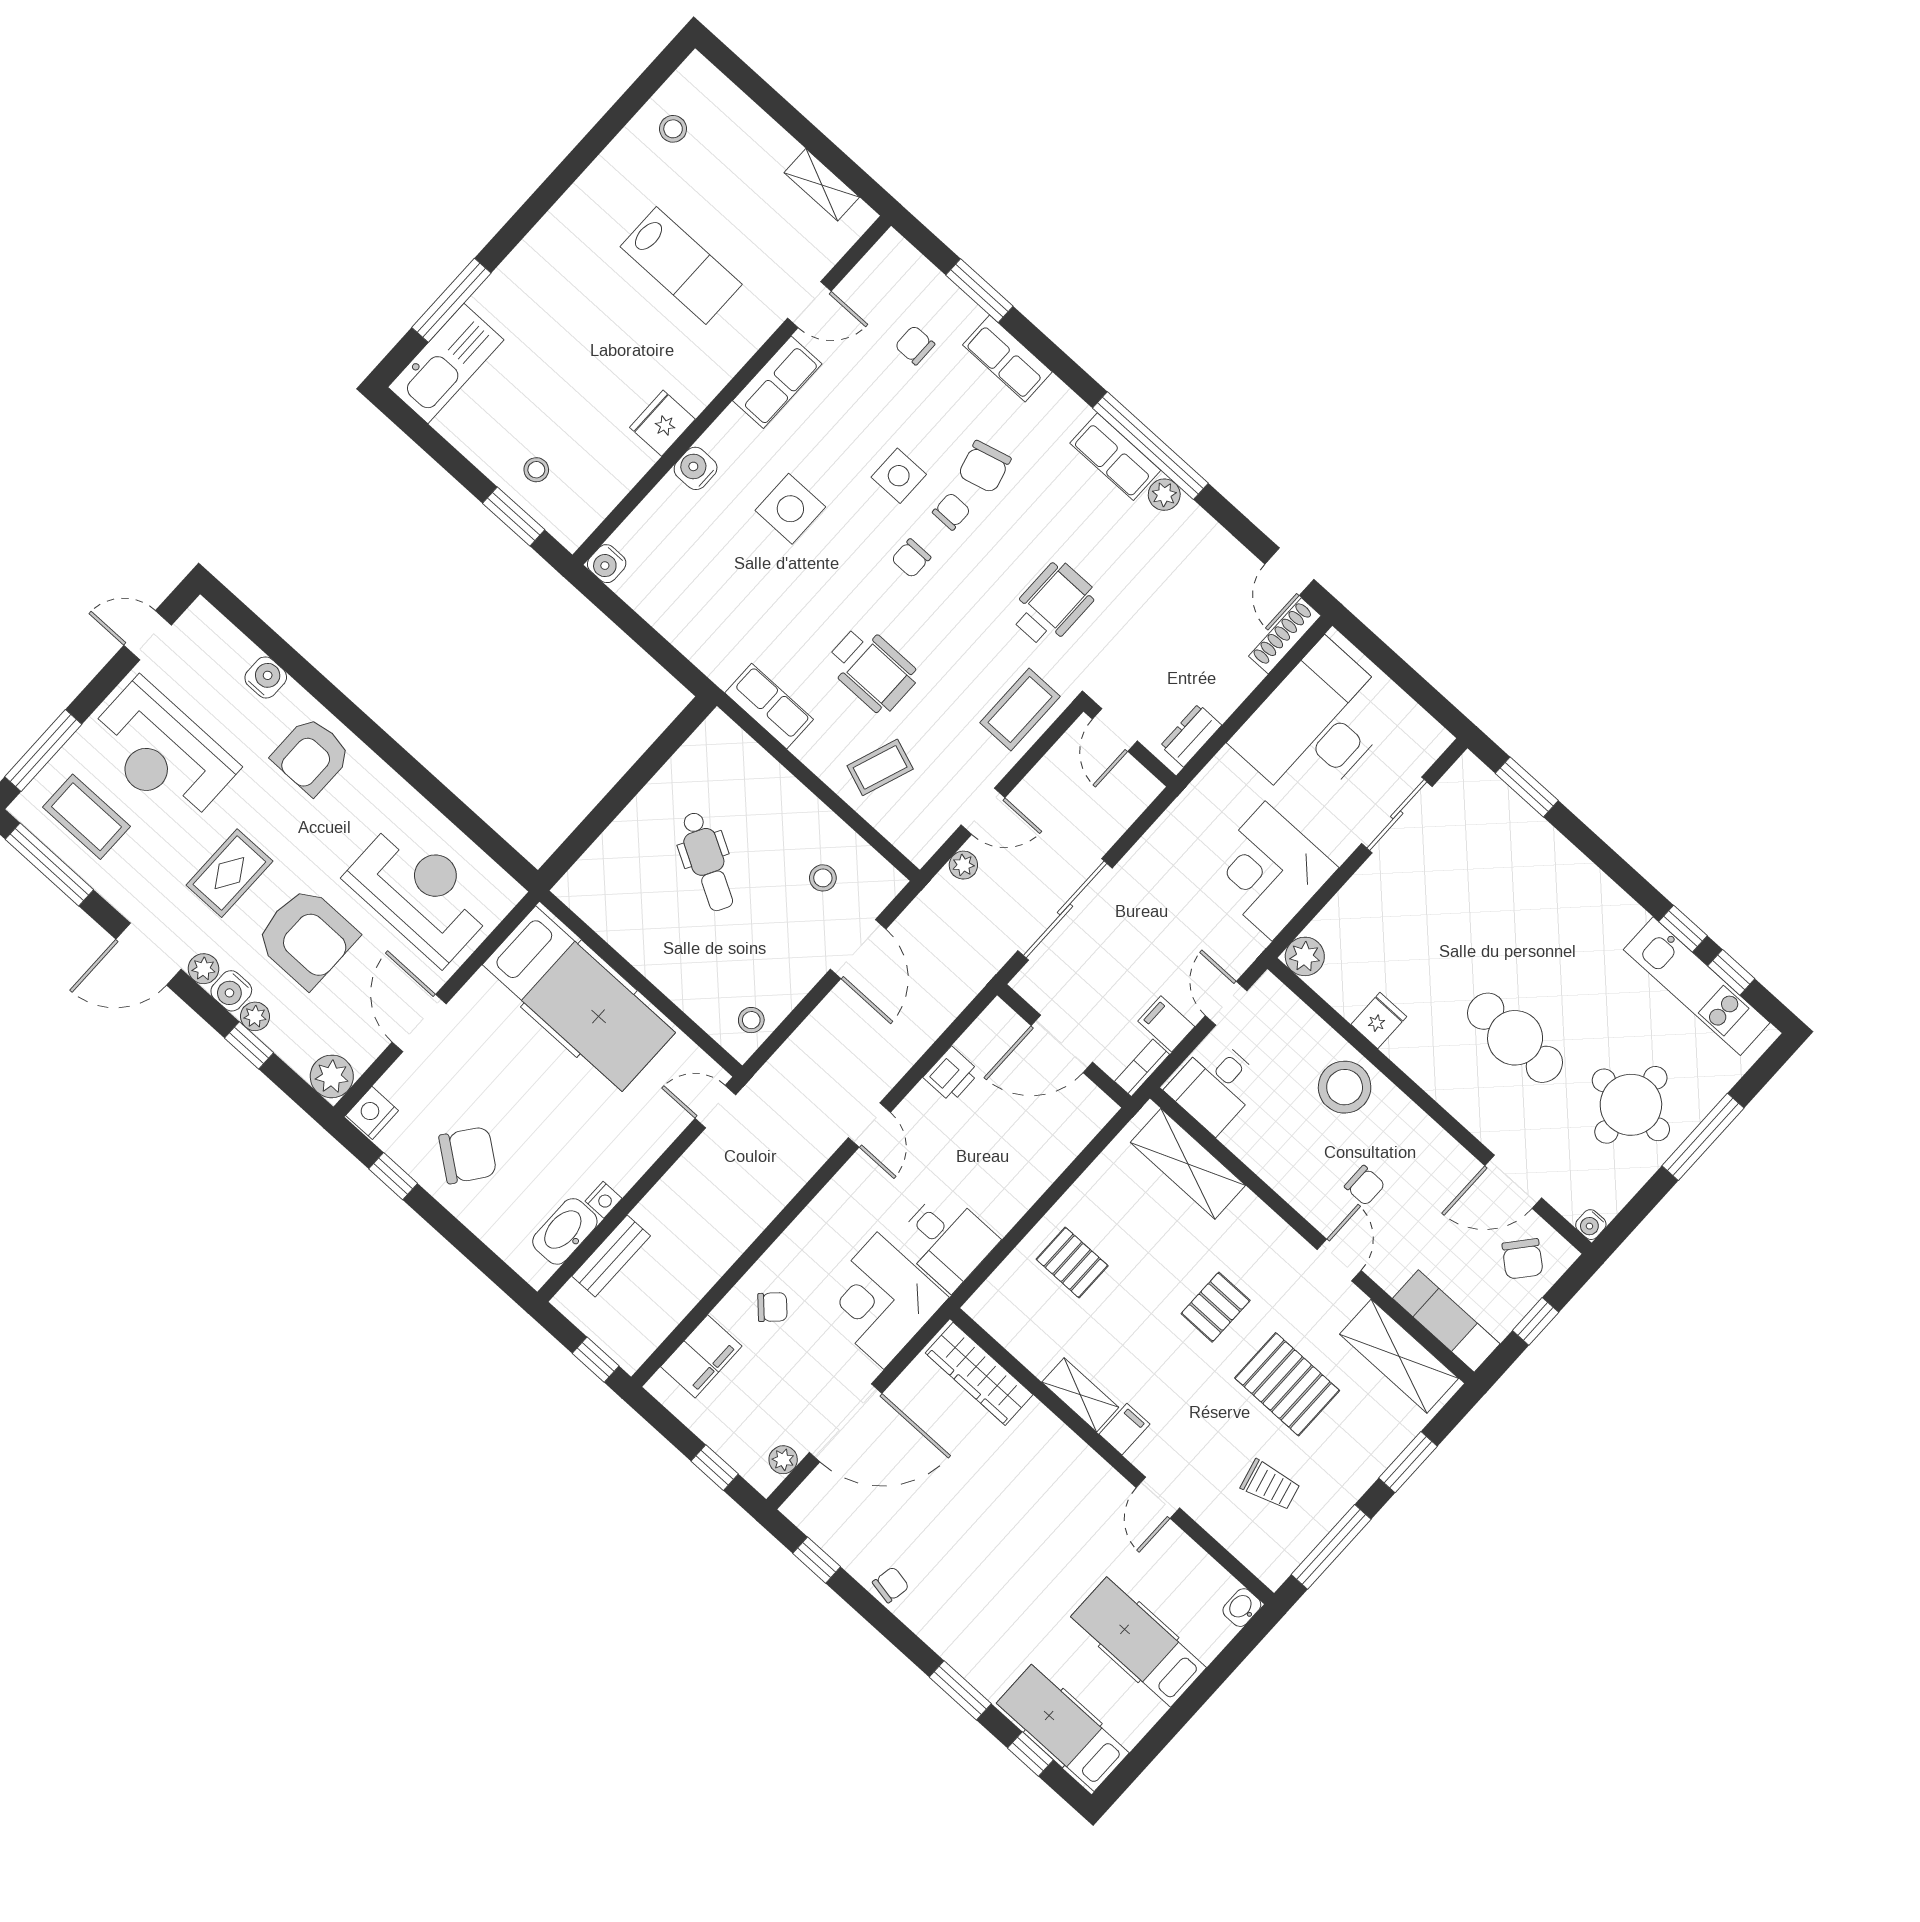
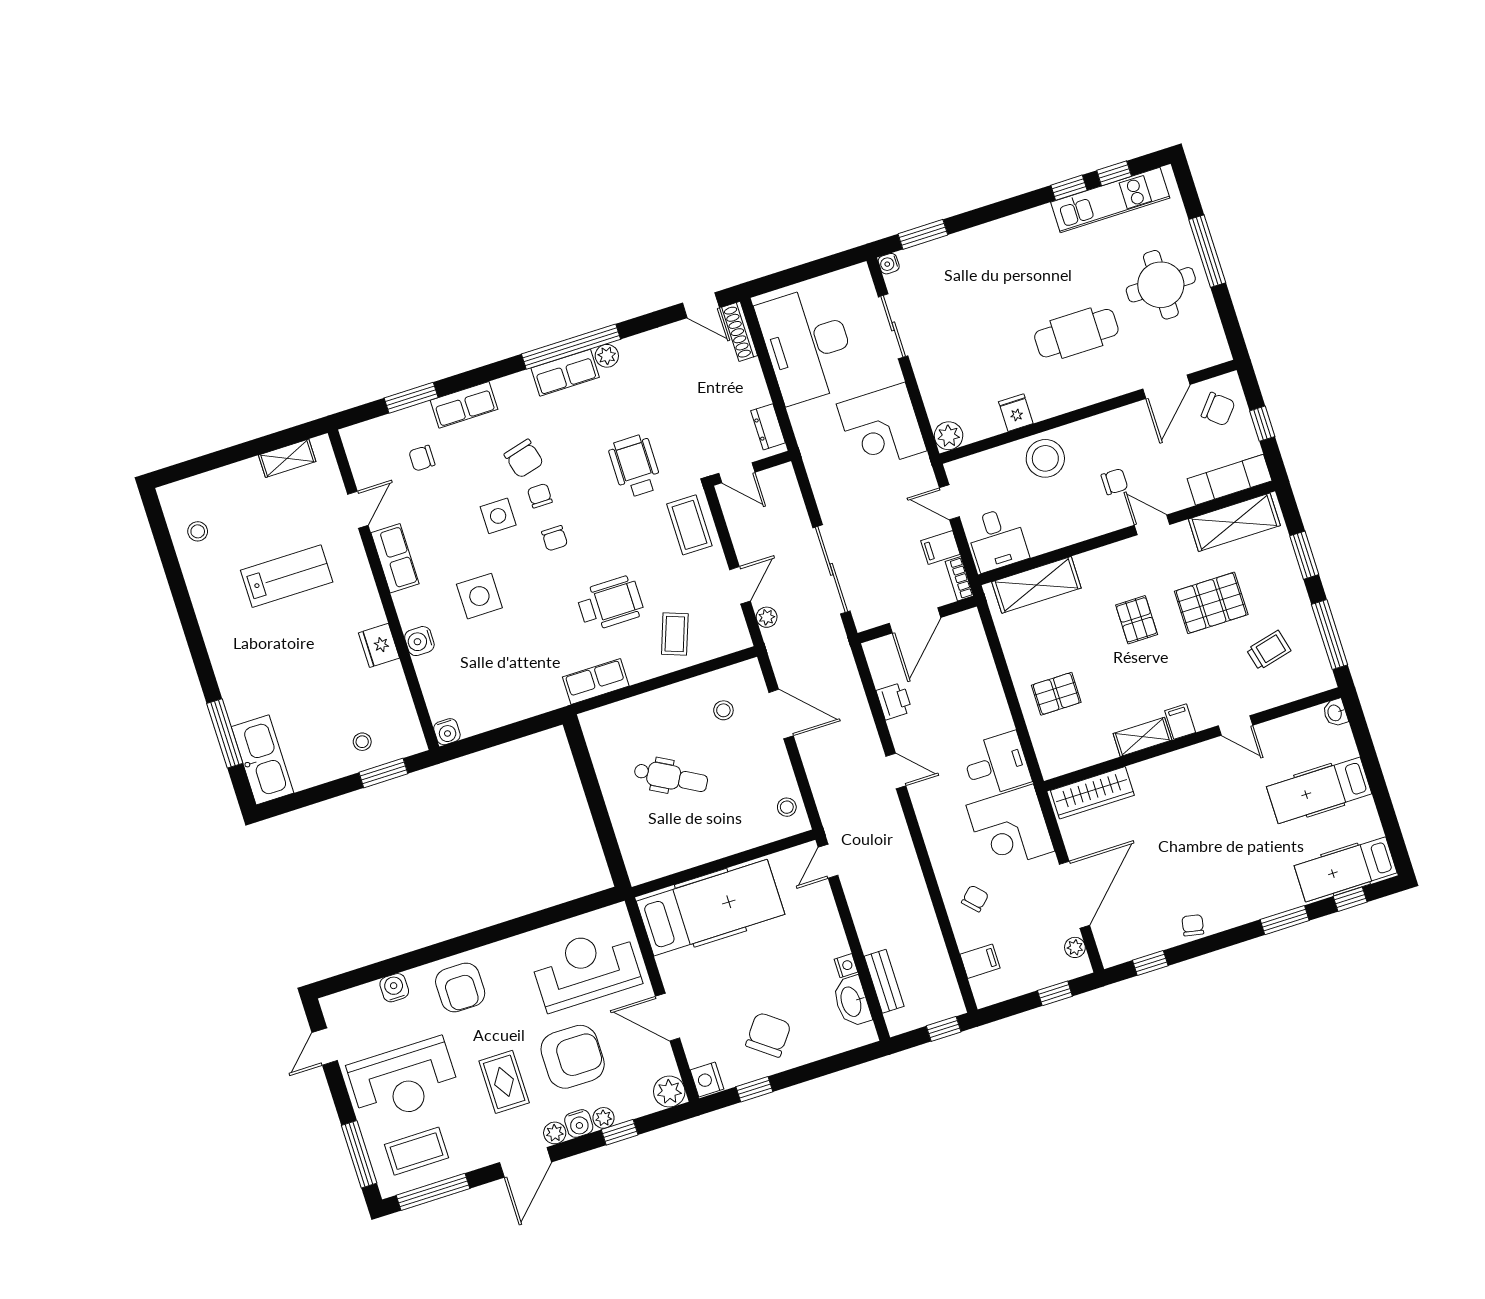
water cooler: (1591, 1225) -> (889, 264), moved, turned 90
filing cabinet: (701, 1356) -> (980, 961), width x0.50

